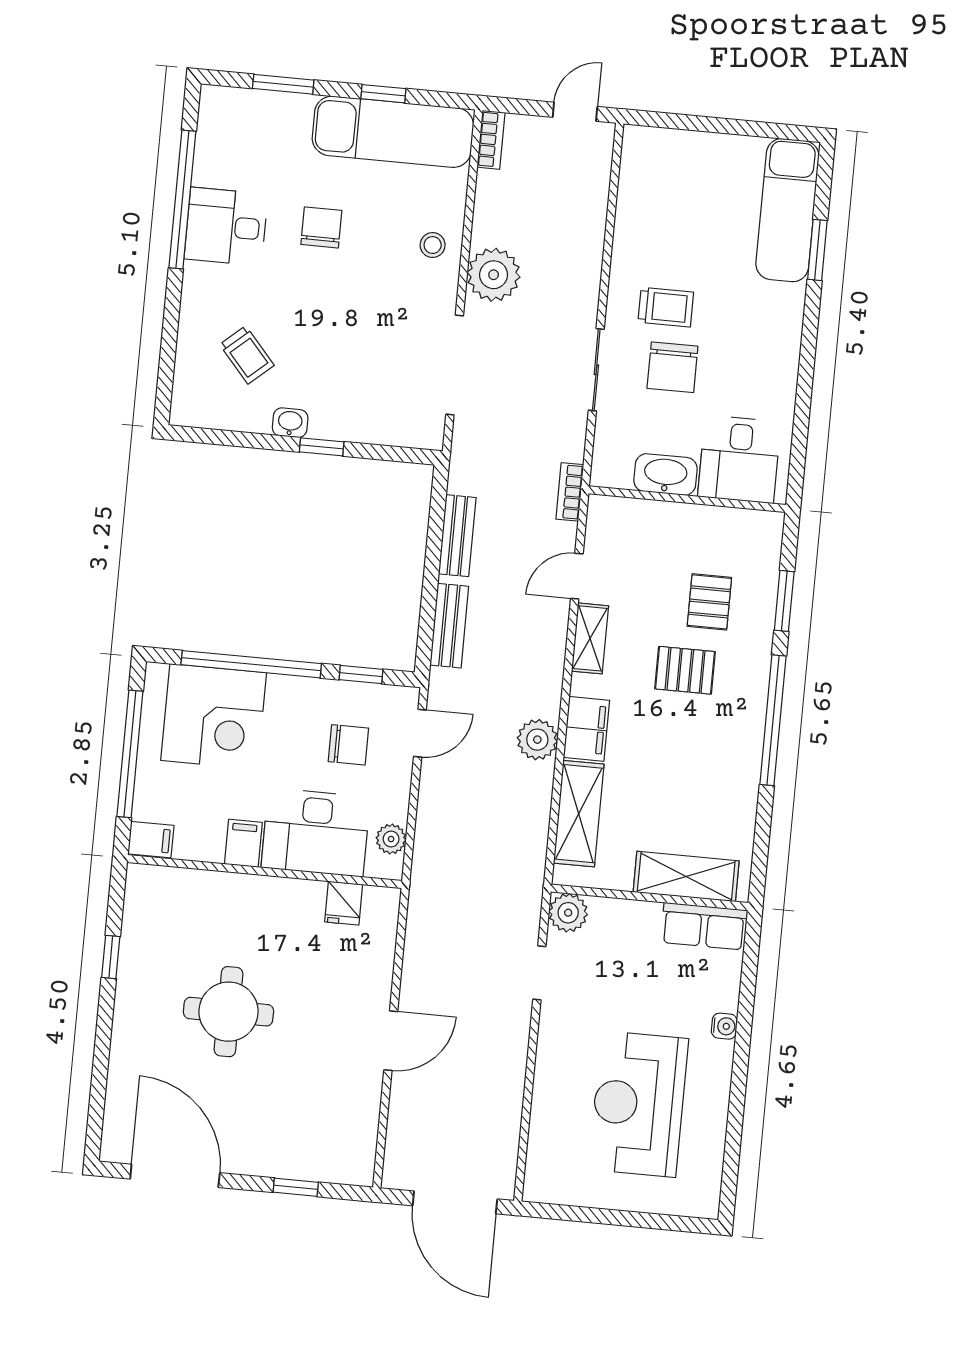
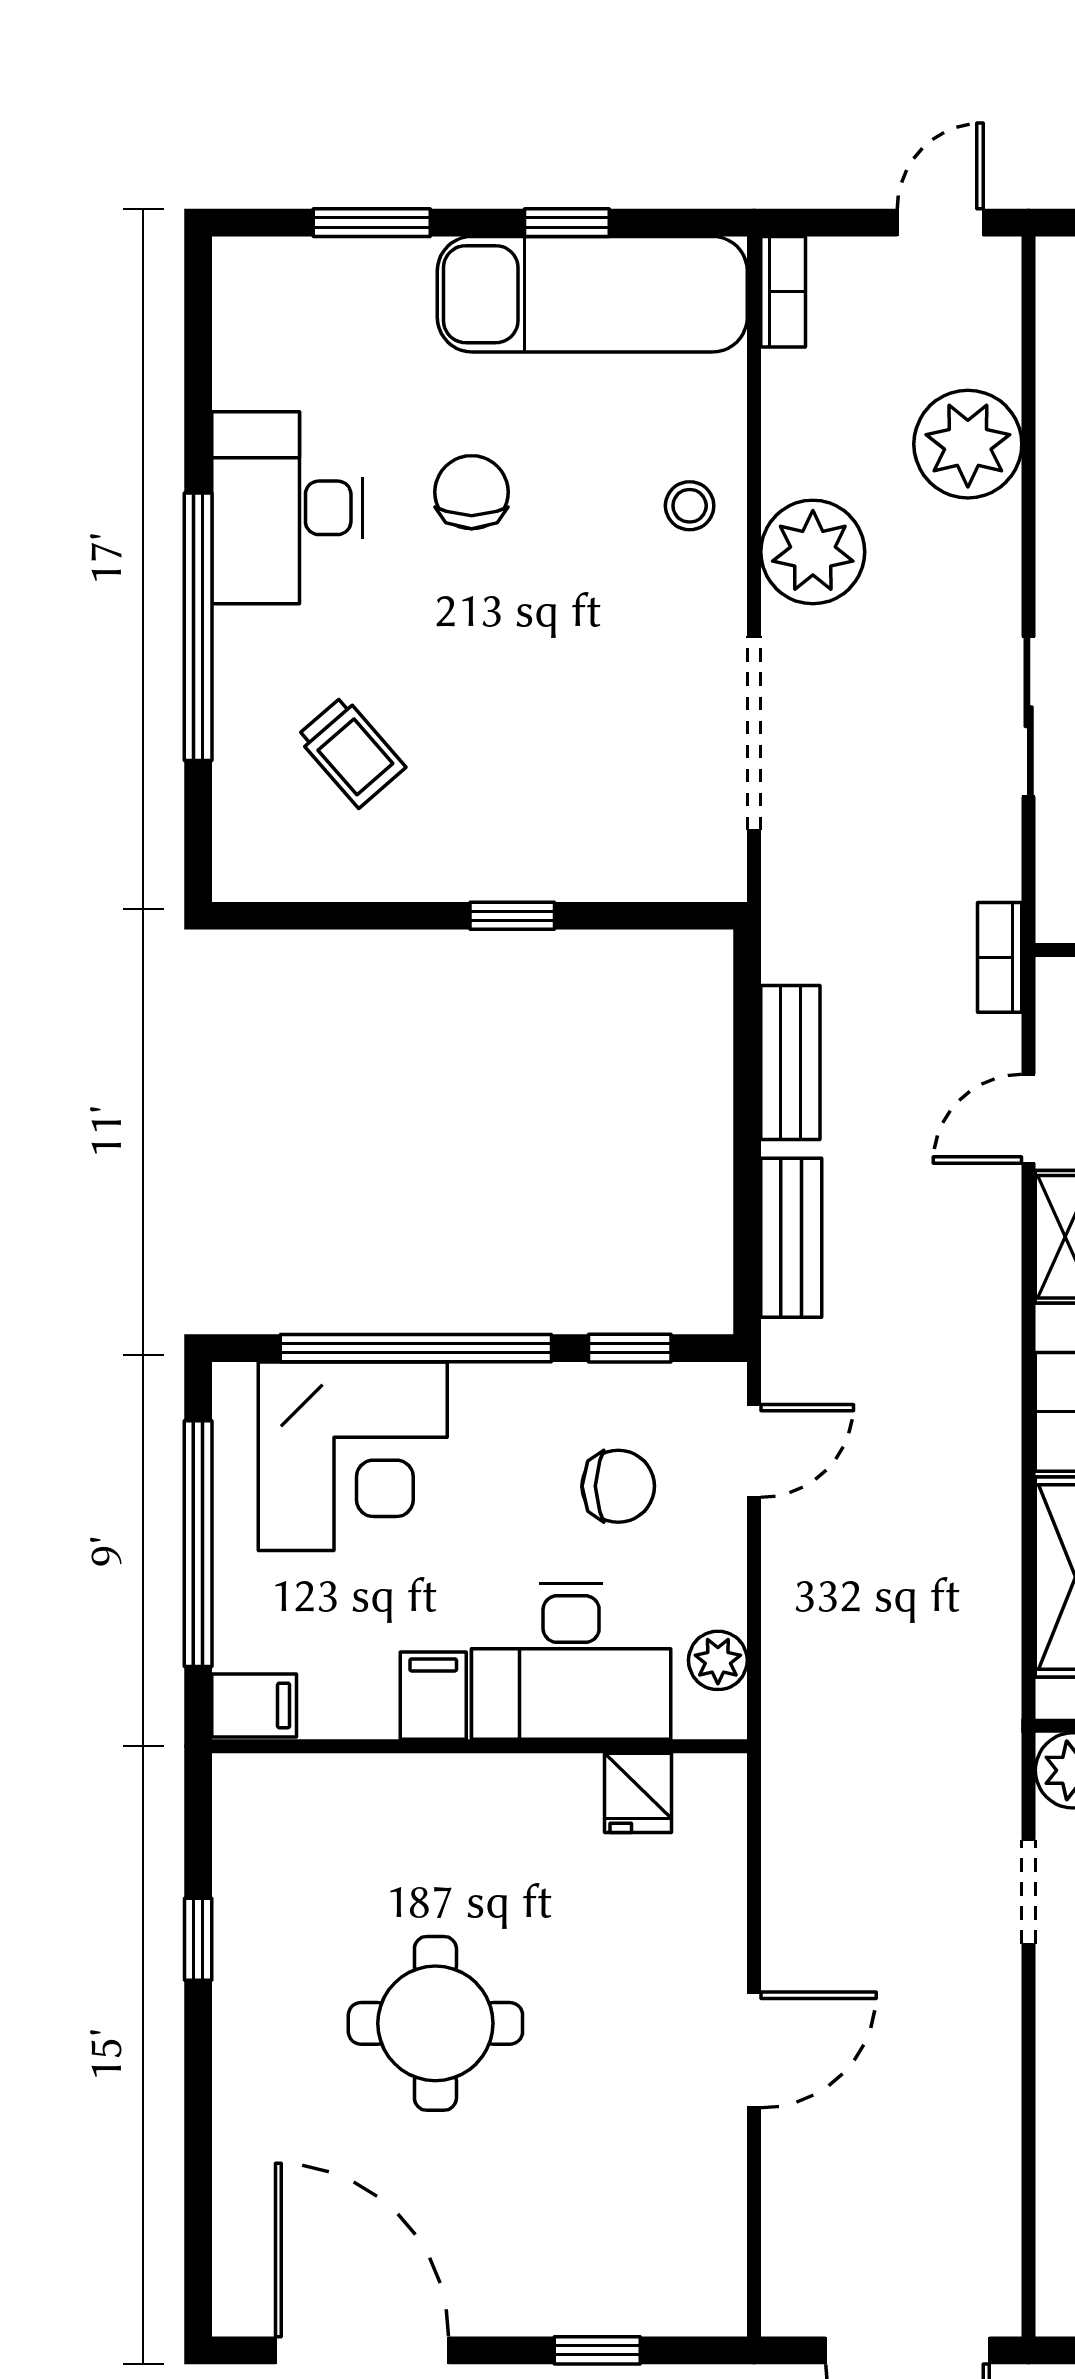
window: (182, 199) -> (198, 627), moved
desk: (226, 227) -> (287, 508), width x1.37
washbasin: (290, 423) -> (447, 875), removed
plant: (537, 740) -> (968, 444), moved, width x1.36, depth x1.36

